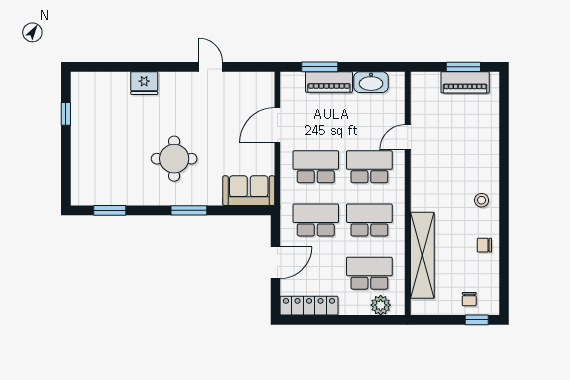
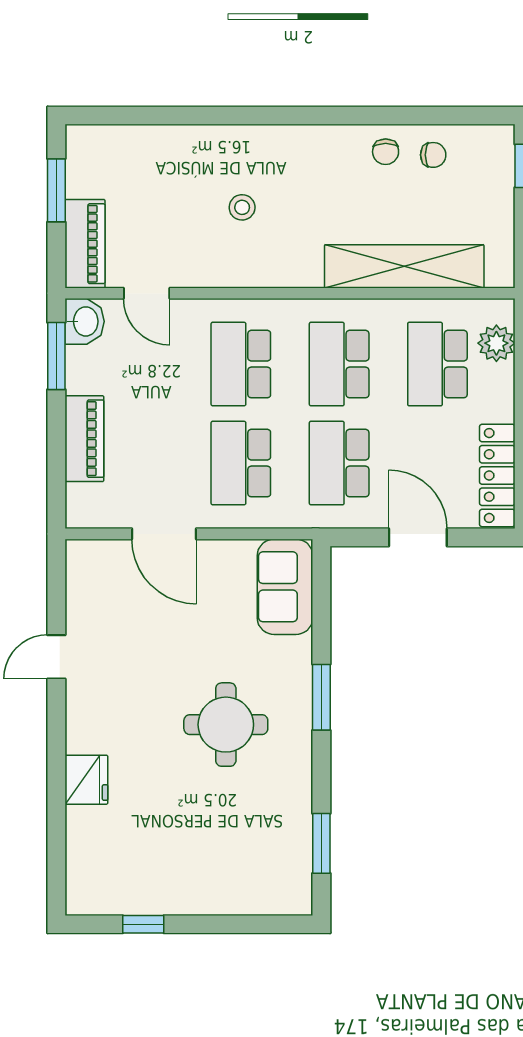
window: (320, 67) -> (56, 356), moved
washbasin: (371, 82) -> (85, 321), moved, width x0.72
piano: (465, 82) -> (85, 244), moved
door: (408, 137) -> (147, 293), moved
stool: (482, 200) -> (242, 207), moved
chair: (469, 299) -> (433, 155), moved

